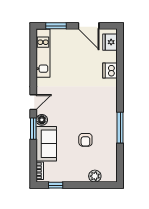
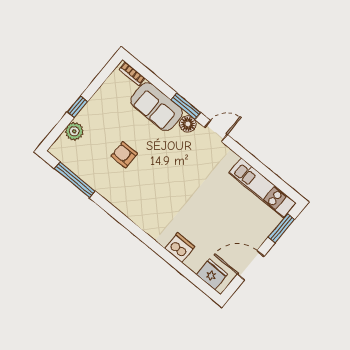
door: (33, 102) -> (216, 131), swing flipped
window: (120, 128) -> (75, 180), moved
window: (56, 185) -> (77, 107), moved

